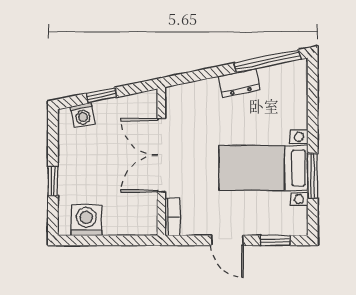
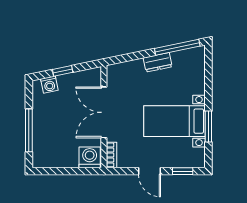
window: (53, 181) -> (29, 130), width x2.17
washing machine: (86, 220) -> (90, 157), moved

